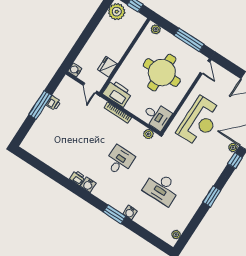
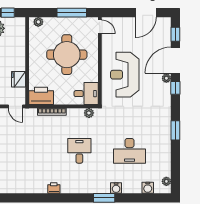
reception desk: (200, 121) -> (125, 75), turned 180
water cooler: (88, 185) -> (148, 188), moved

